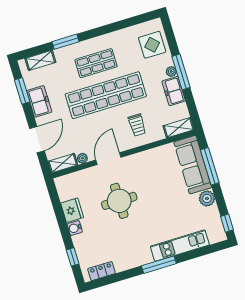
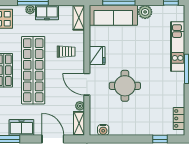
fridge: (72, 210) -> (97, 56), moved, turned 90
water cooler: (75, 228) -> (103, 130), moved

